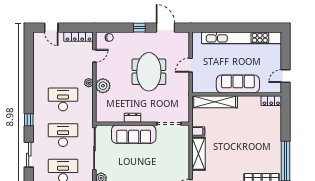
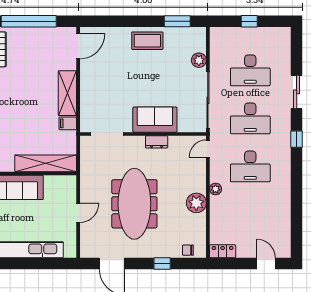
window: (139, 28) -> (162, 263), moved
locker: (78, 37) -> (223, 251), width x0.66
door: (94, 56) -> (208, 149), moved
meeting table: (149, 72) -> (134, 204), width x1.36
plant: (103, 86) -> (196, 203), moved
sofa: (134, 134) -> (155, 120), width x0.73

